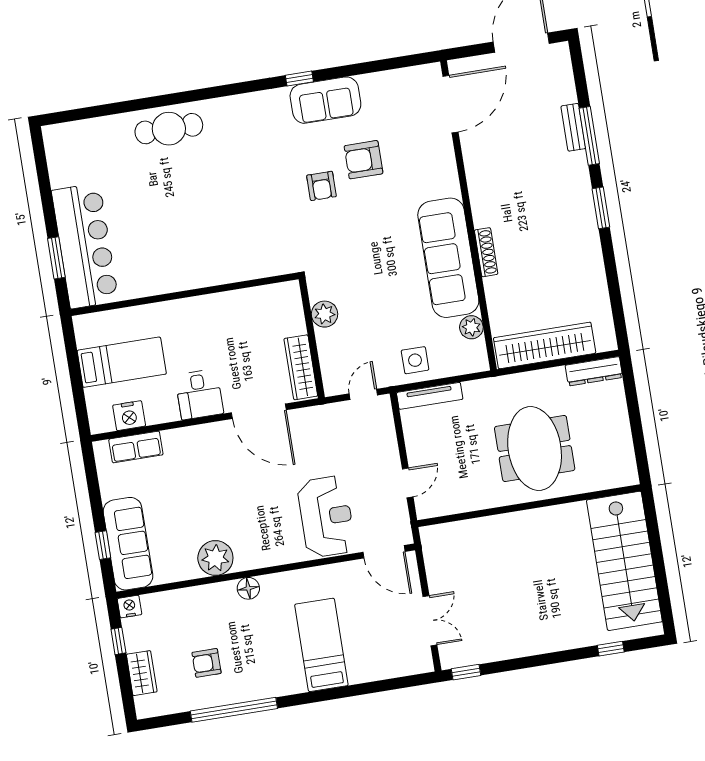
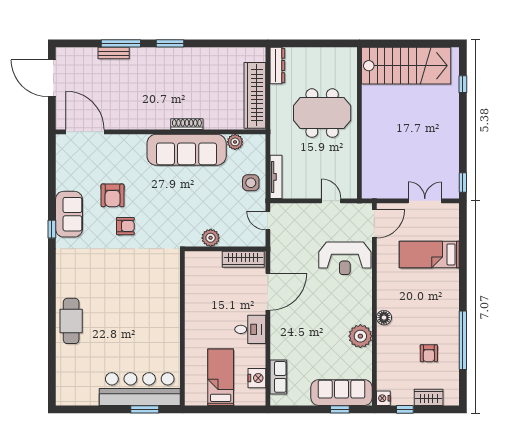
reception desk: (326, 517) -> (345, 258), turned 180
bed: (321, 645) -> (429, 254), moved

